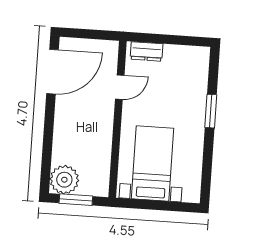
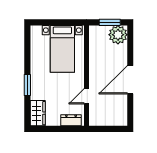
wardrobe: (198, 66) -> (38, 113), added
door: (52, 72) -> (130, 80), moved

